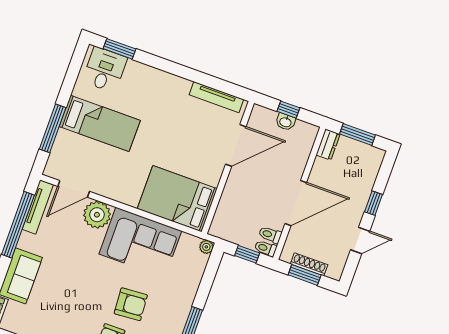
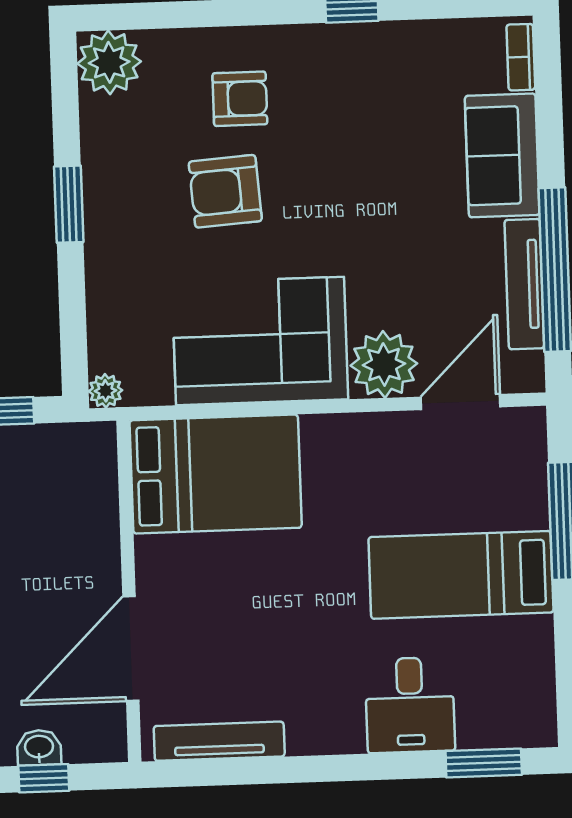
desk: (105, 70) -> (410, 705), moved
tv unit: (38, 207) -> (524, 284), moved

